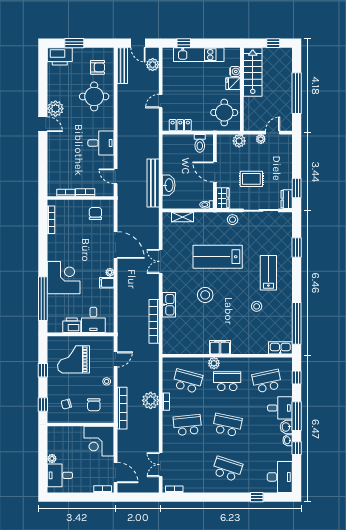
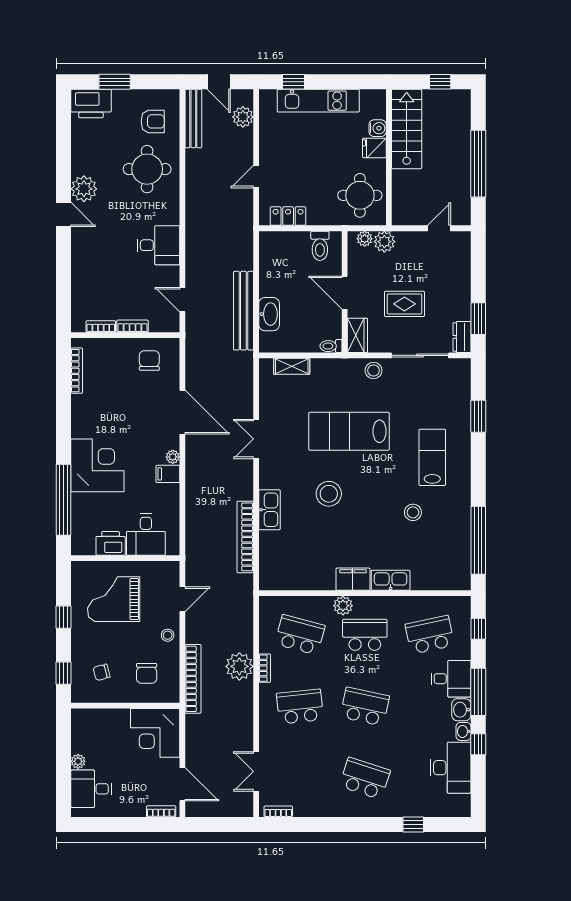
plant: (261, 139) -> (365, 239), moved
kitchen sink: (280, 348) -> (391, 580), moved
desk: (280, 477) -> (451, 768), moved

